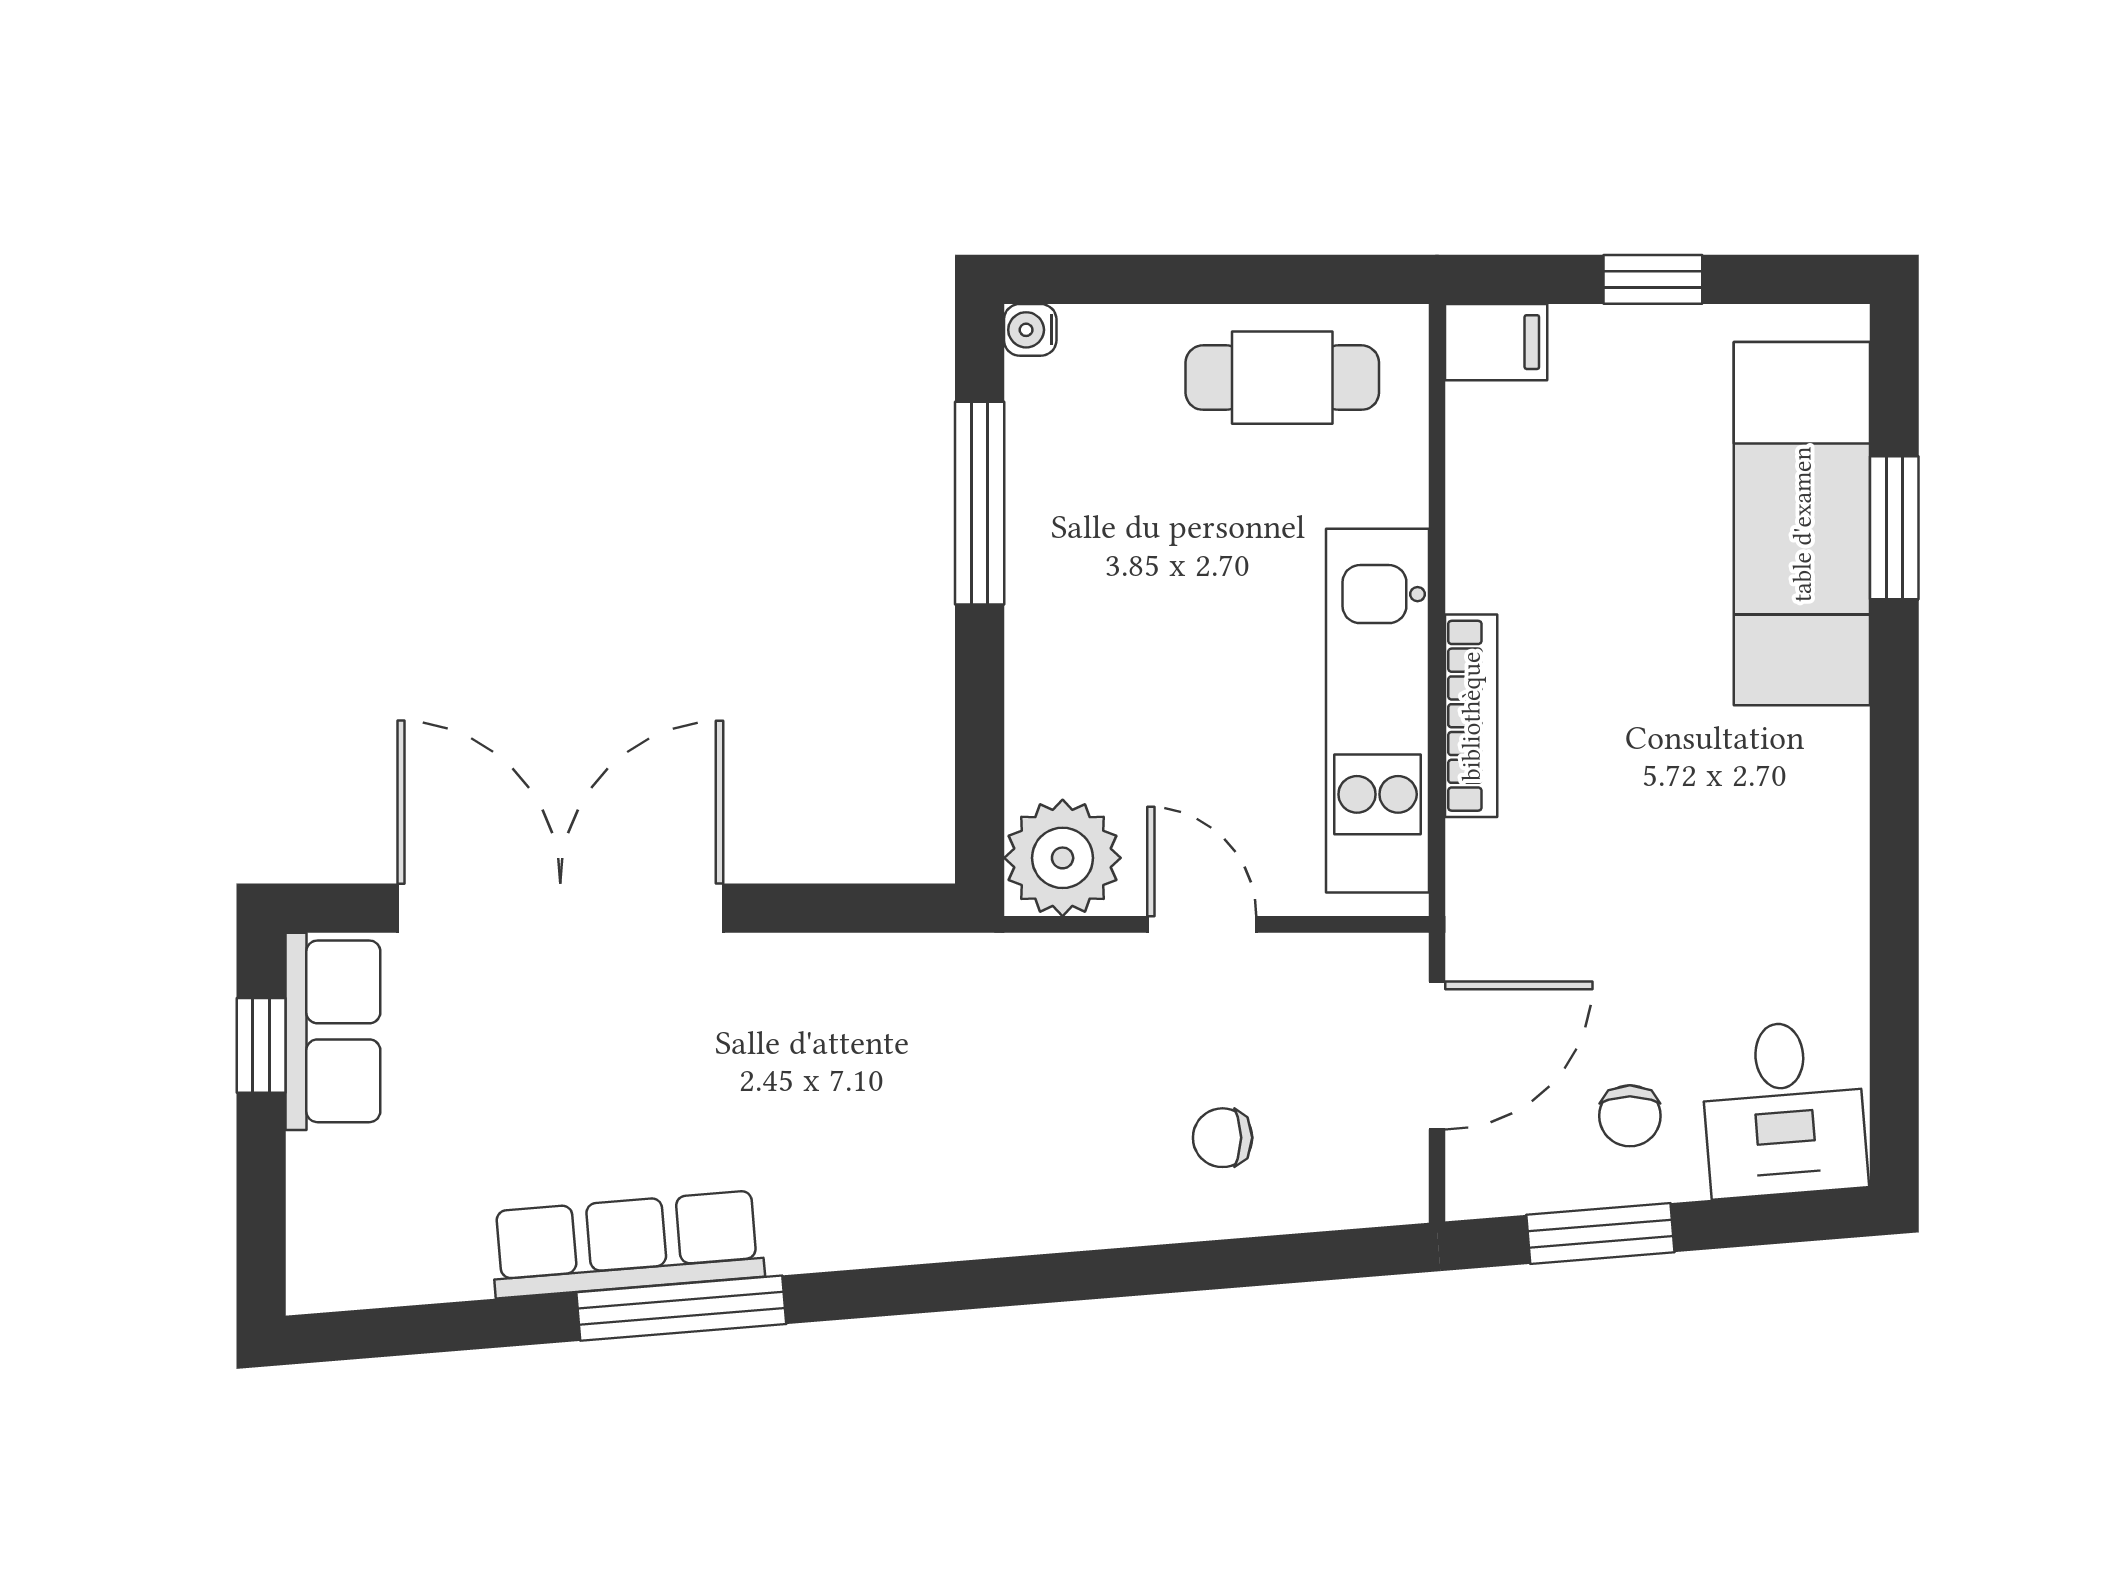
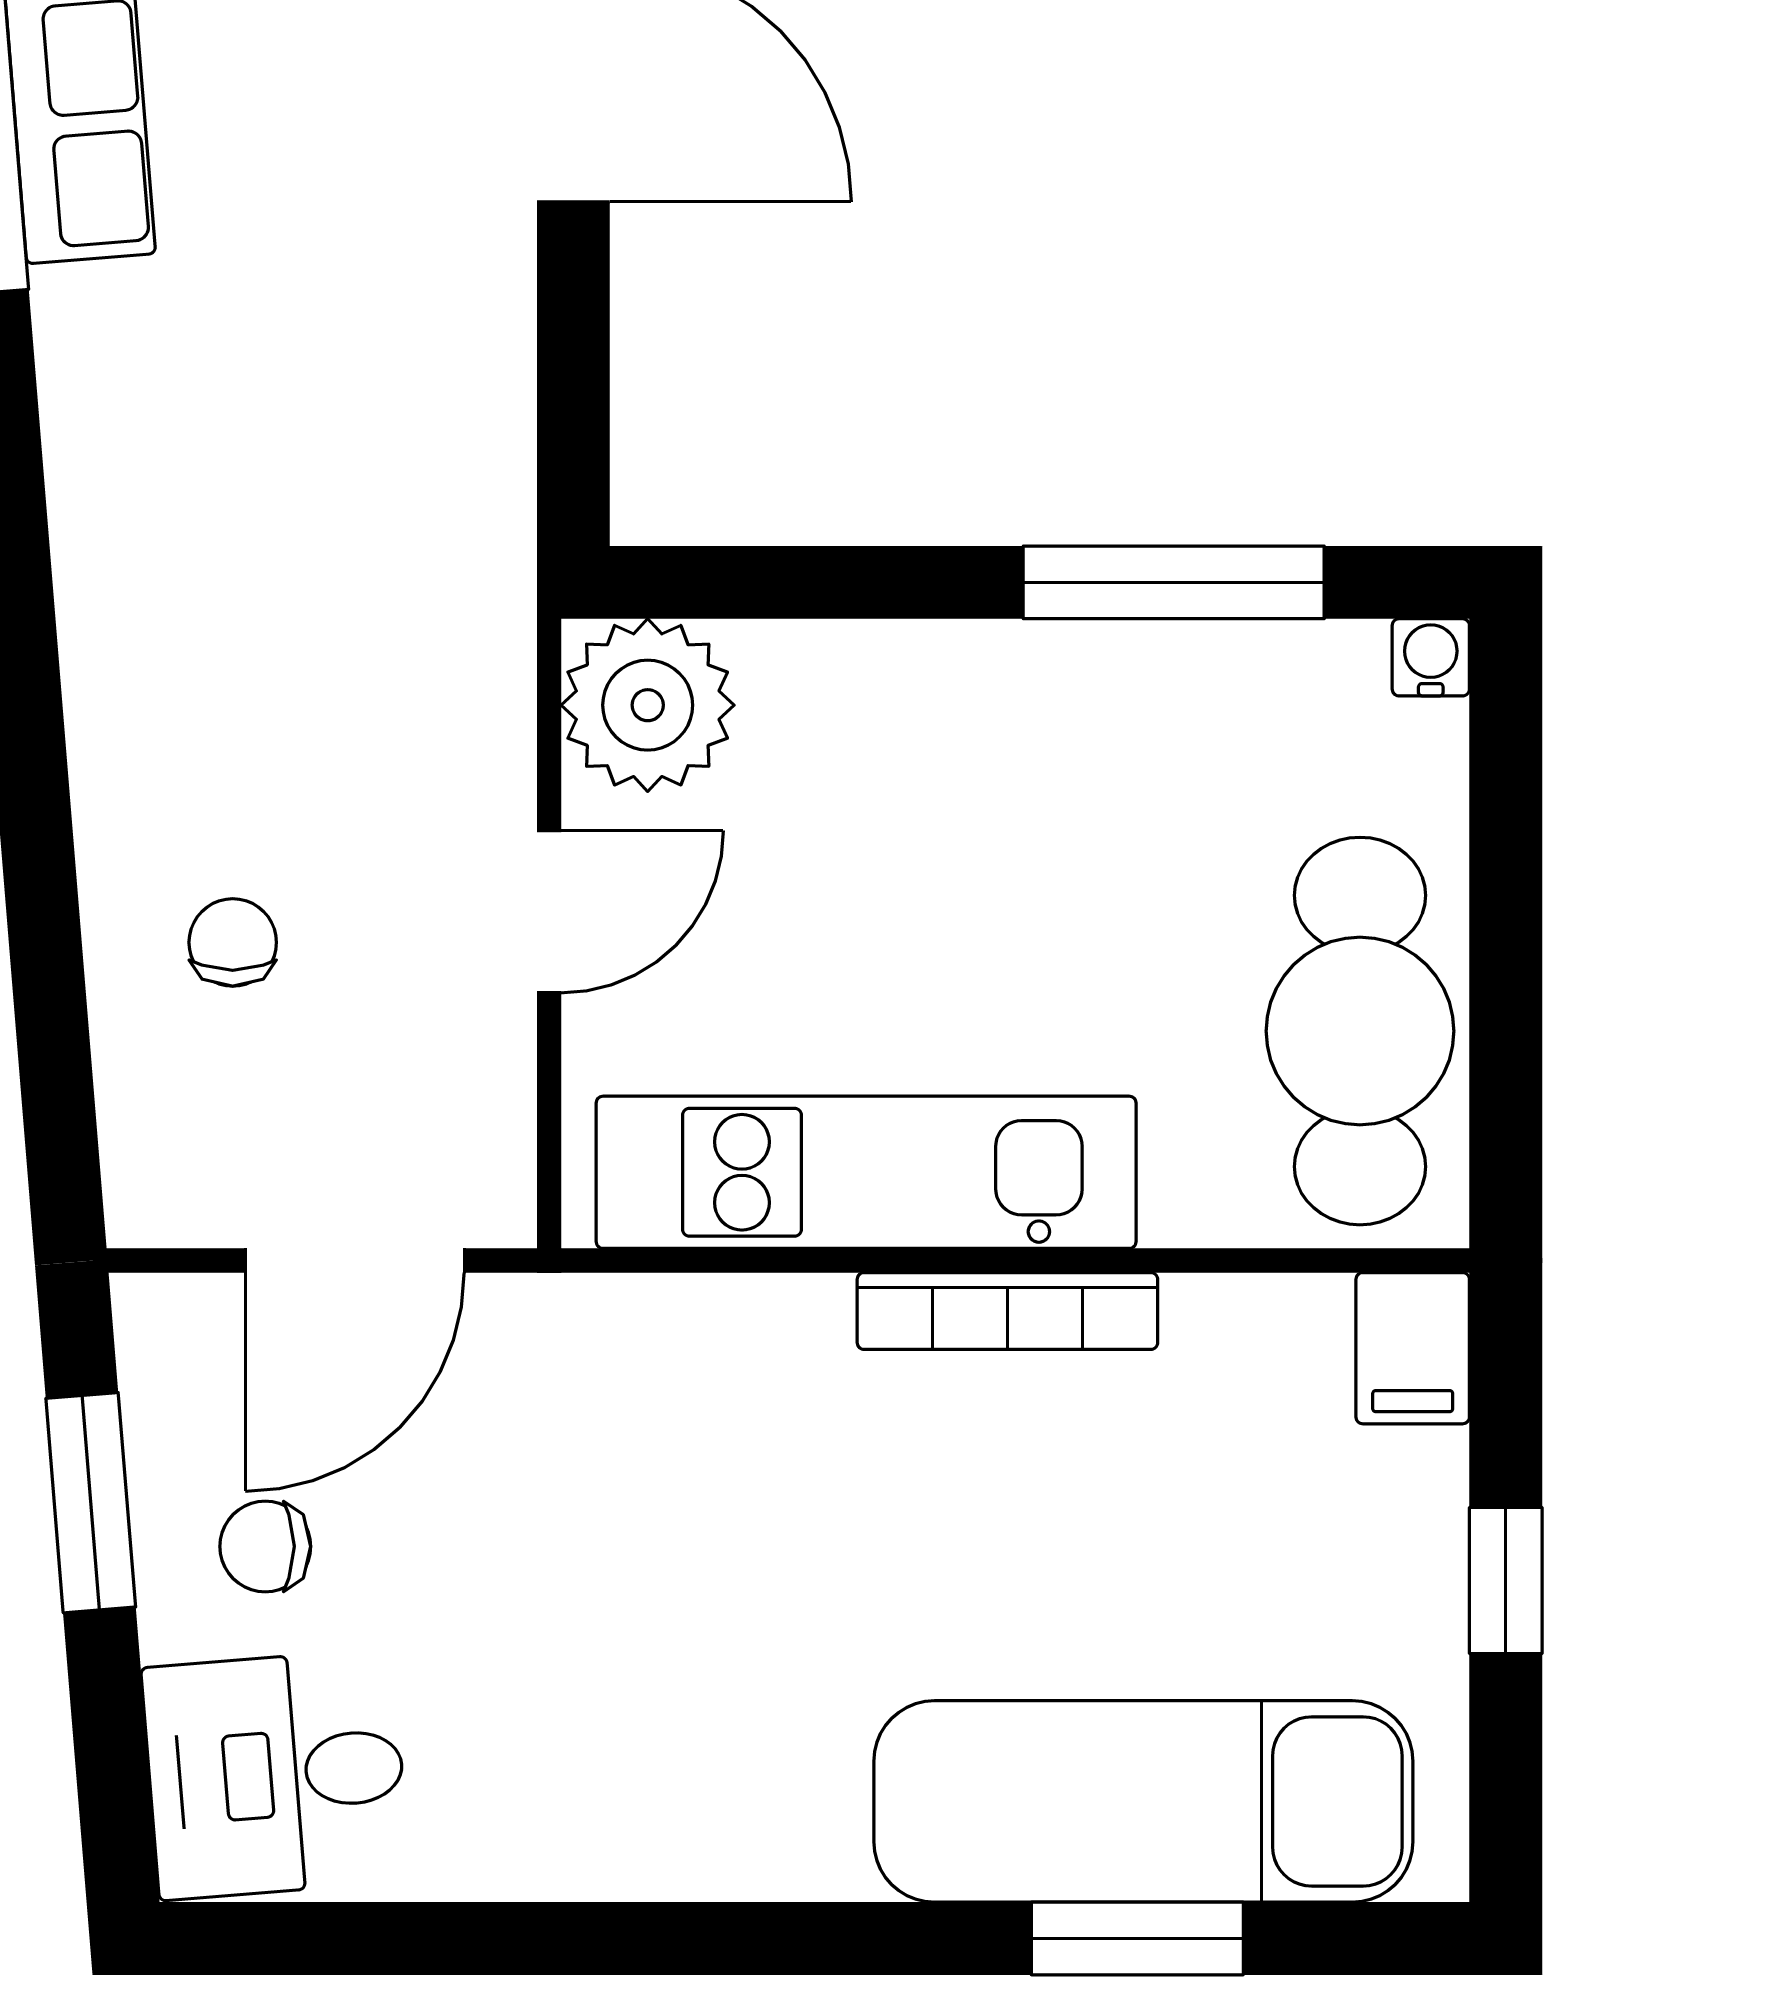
cafe table: (1282, 378) -> (1360, 1031), width x1.37, depth x1.35
bookcase: (1471, 716) -> (1007, 1311), moved
door: (1437, 1056) -> (355, 1260), hinge flipped

